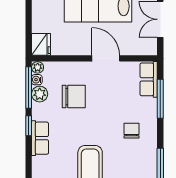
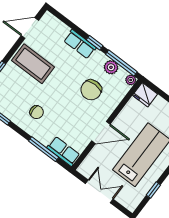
water cooler: (37, 80) -> (123, 73), removed

